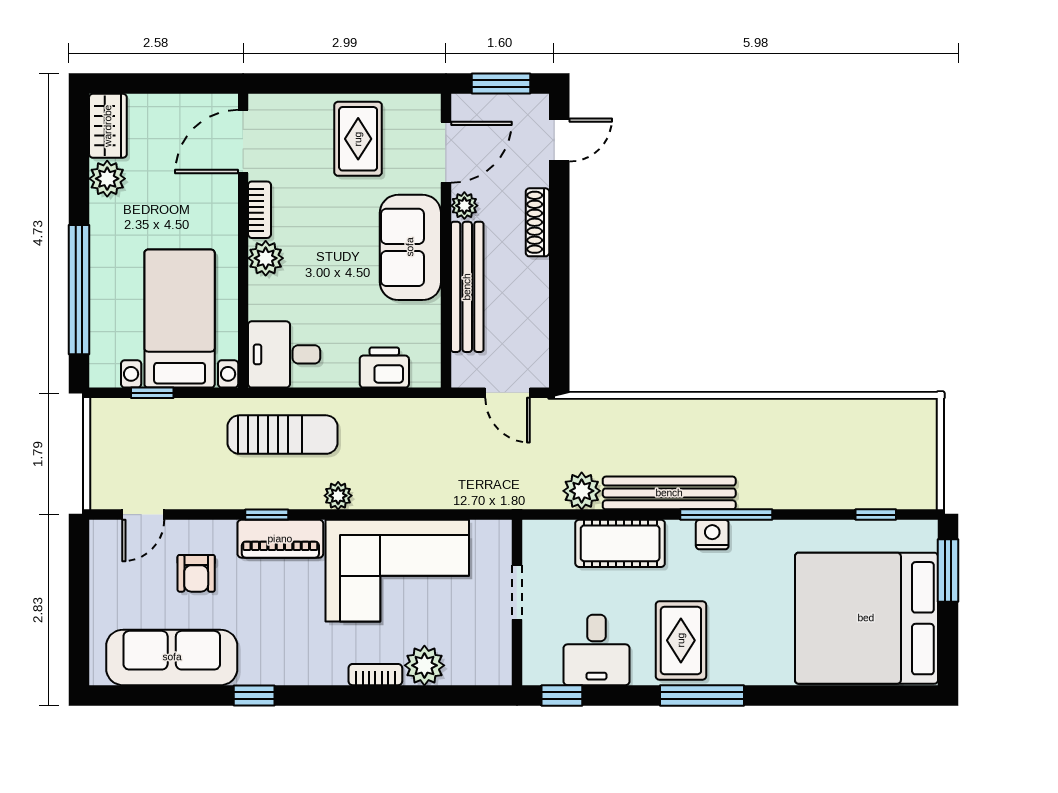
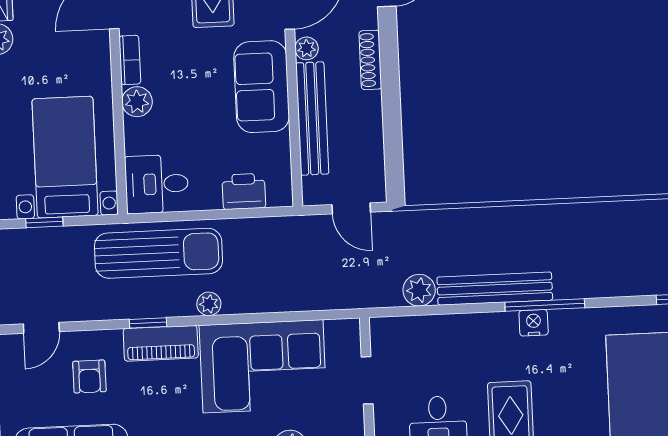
sun lounger: (283, 435) -> (158, 253), width x1.36, depth x1.34
cot: (620, 543) -> (454, 334), removed

